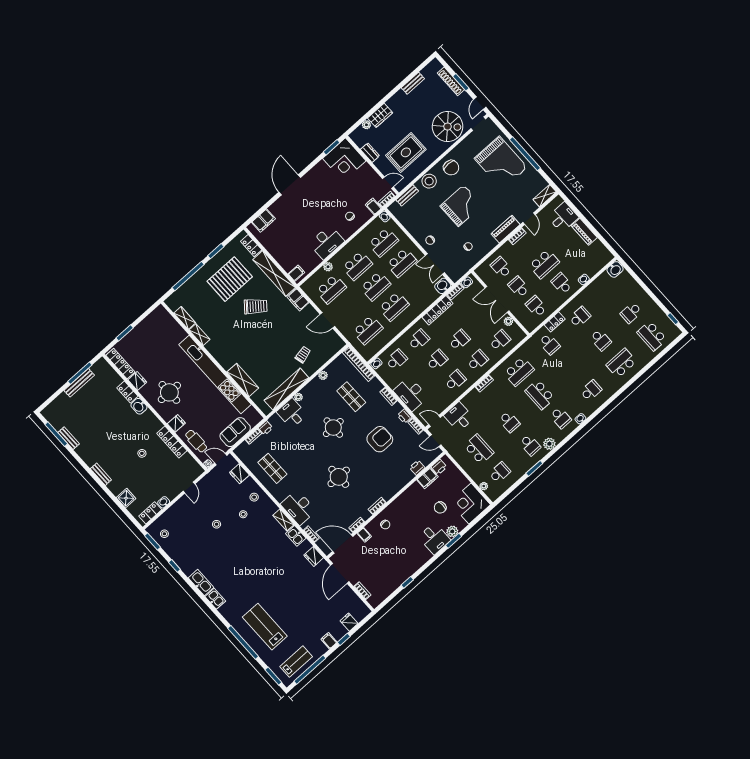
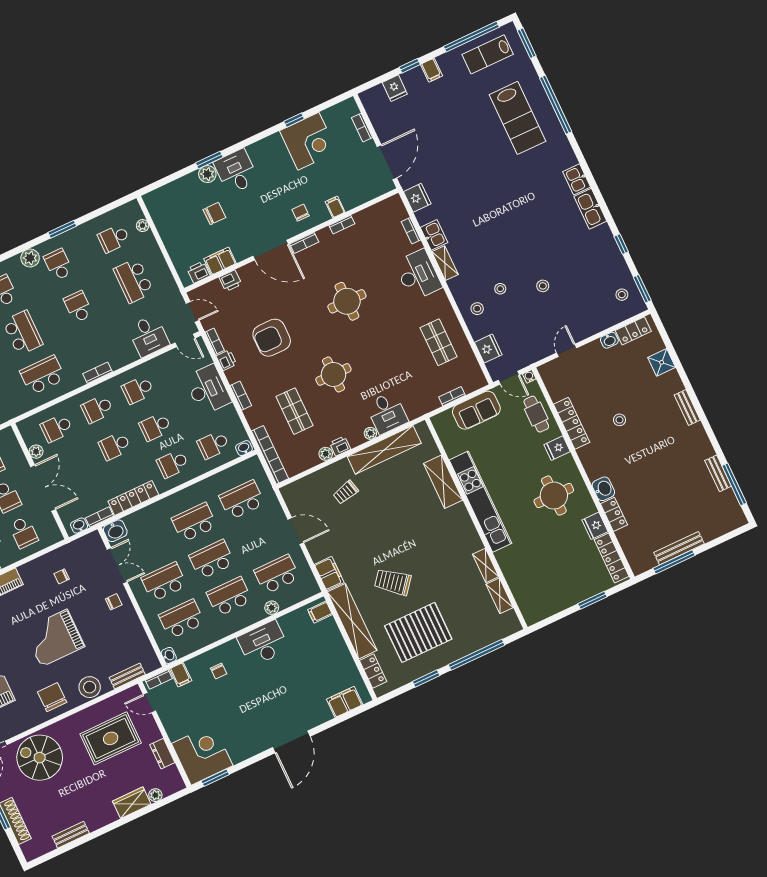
kitchen unit: (215, 375) -> (480, 502), width x0.73
printer: (266, 428) -> (340, 446), moved
corner desk: (470, 504) -> (308, 141), moved
door: (343, 544) -> (271, 250), moved

